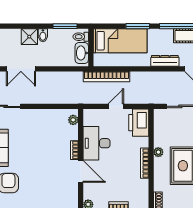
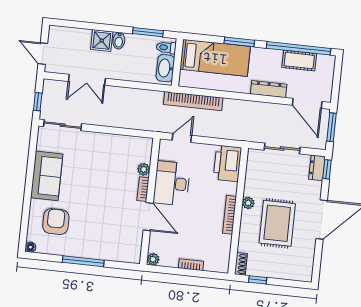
door: (116, 106) -> (182, 138), moved
plant: (73, 120) -> (144, 169), moved

